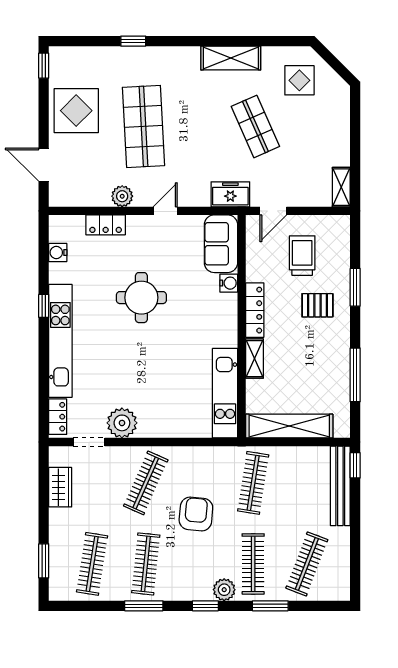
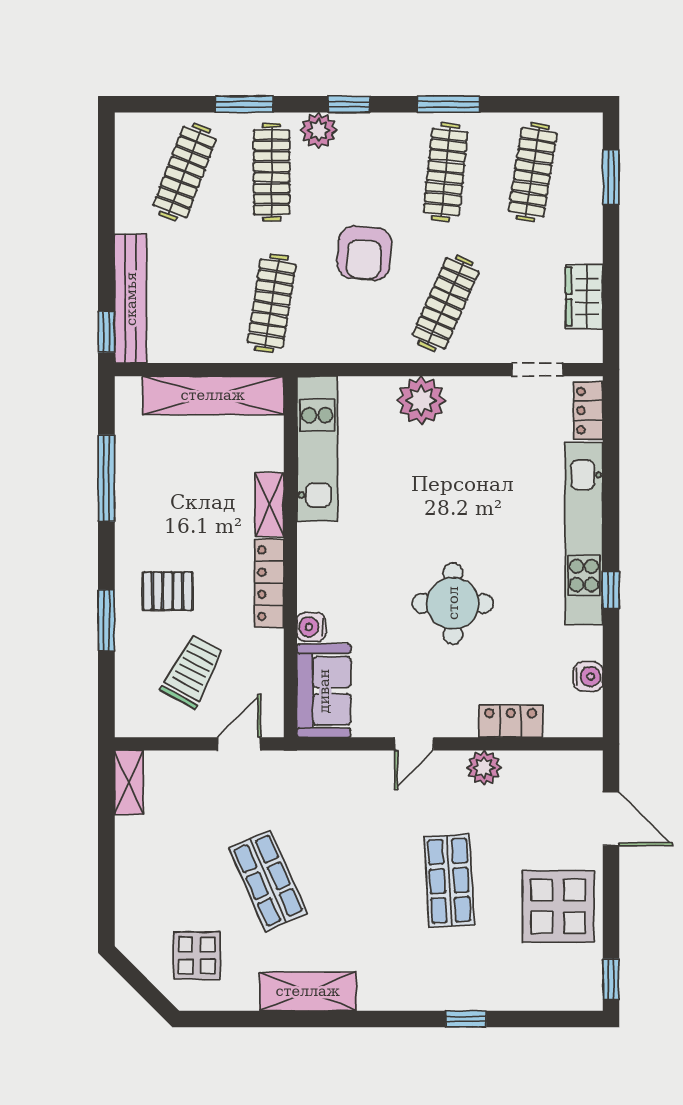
shop shelf: (144, 126) -> (449, 881), width x0.70, depth x0.74
freezer: (230, 194) -> (309, 771), removed
trolley: (302, 256) -> (192, 672), turned -152
plant: (122, 423) -> (421, 400), moved

